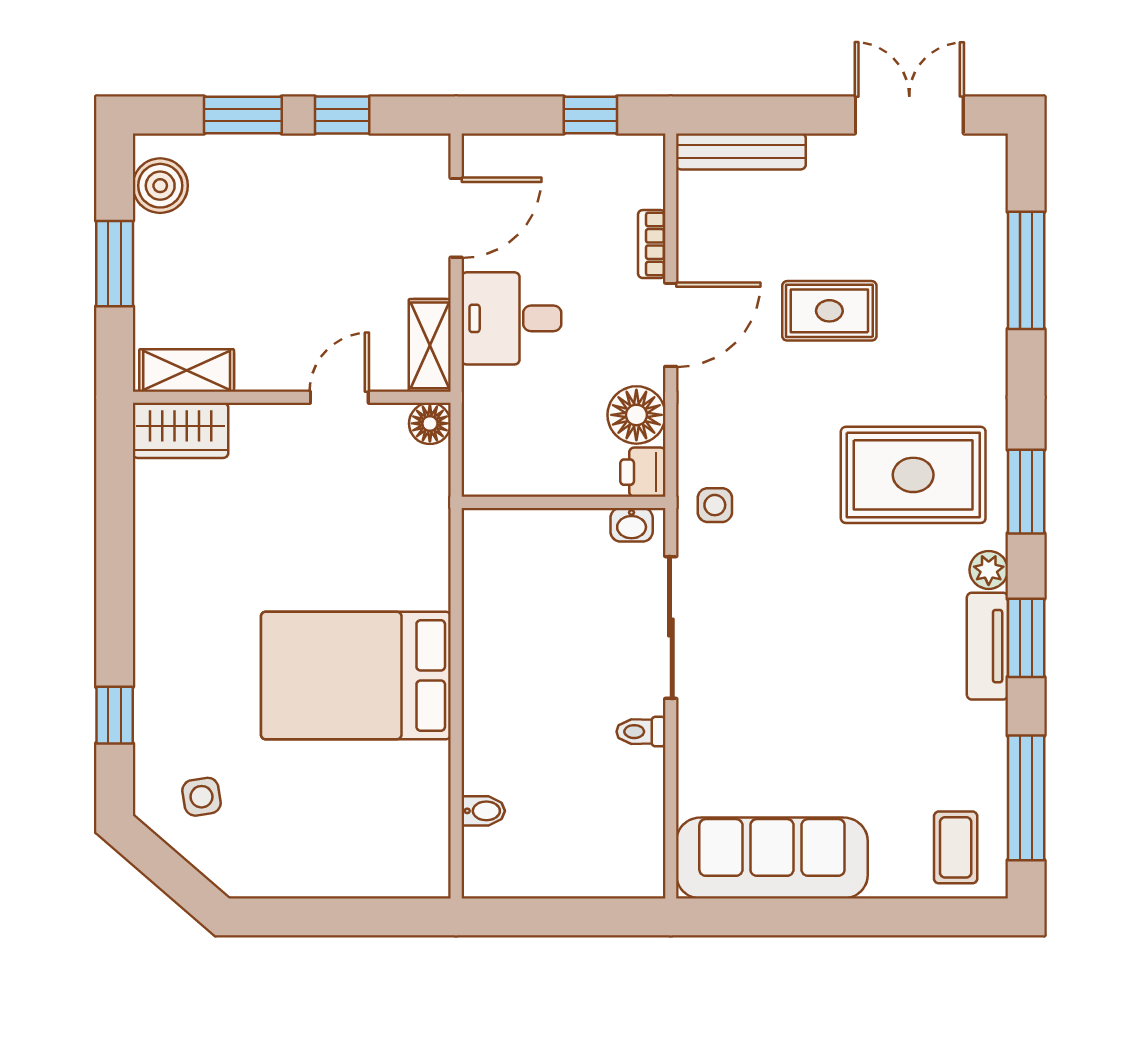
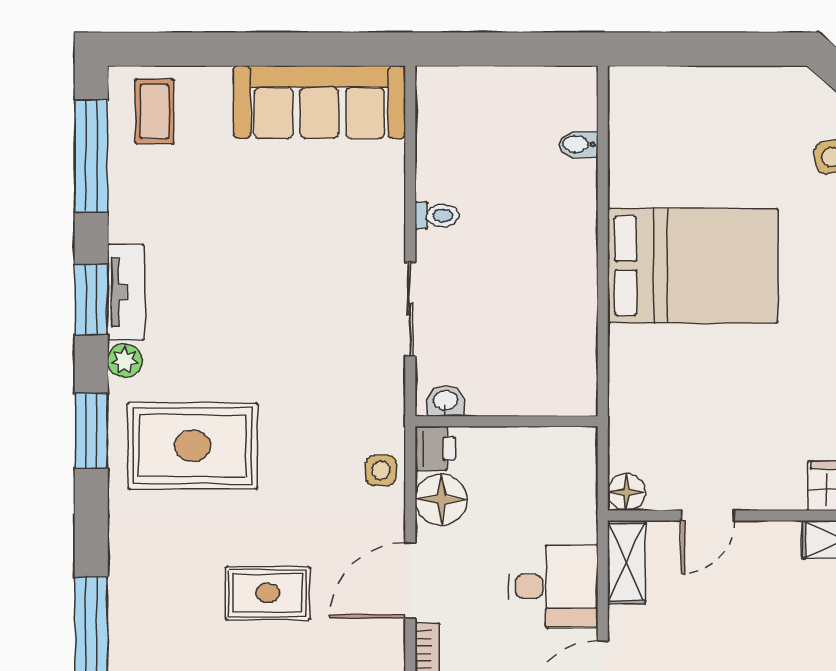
side table: (715, 505) -> (381, 470), moved
sliding door: (671, 627) -> (410, 309), width x0.73

